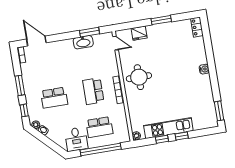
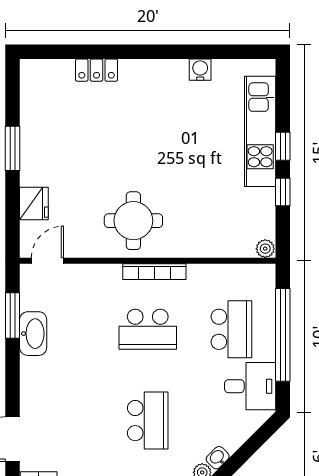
locker: (197, 27) -> (97, 70), moved
water cooler: (204, 69) -> (200, 70), moved
window: (219, 111) -> (240, 52), removed
kitchen unit: (168, 128) -> (260, 131), moved

